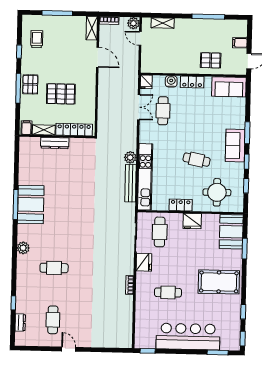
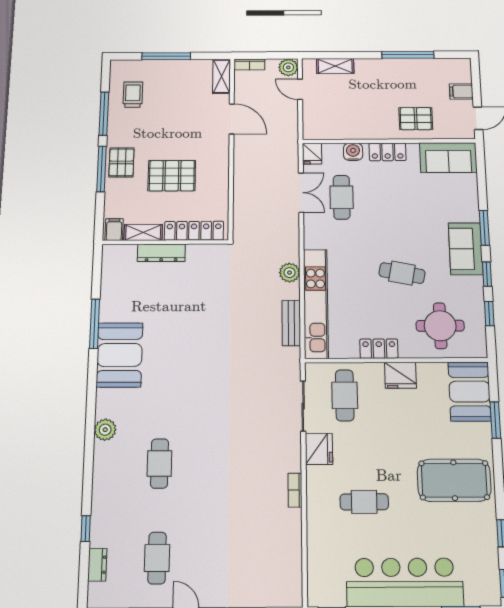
window: (19, 52) -> (104, 114), width x2.17
bench: (131, 183) -> (291, 323), width x0.73
window: (16, 204) -> (95, 324), moved
cafe table: (54, 268) -> (159, 463), turned 90

